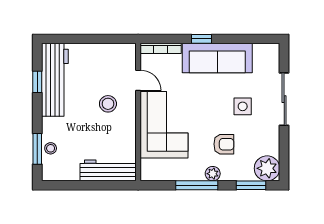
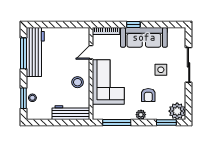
door: (138, 80) -> (91, 52), swing flipped
window: (37, 82) -> (23, 53), width x2.17
stool: (108, 104) -> (78, 82), moved
armchair: (224, 144) -> (148, 95), turned 90
window: (197, 185) -> (117, 123), moved

